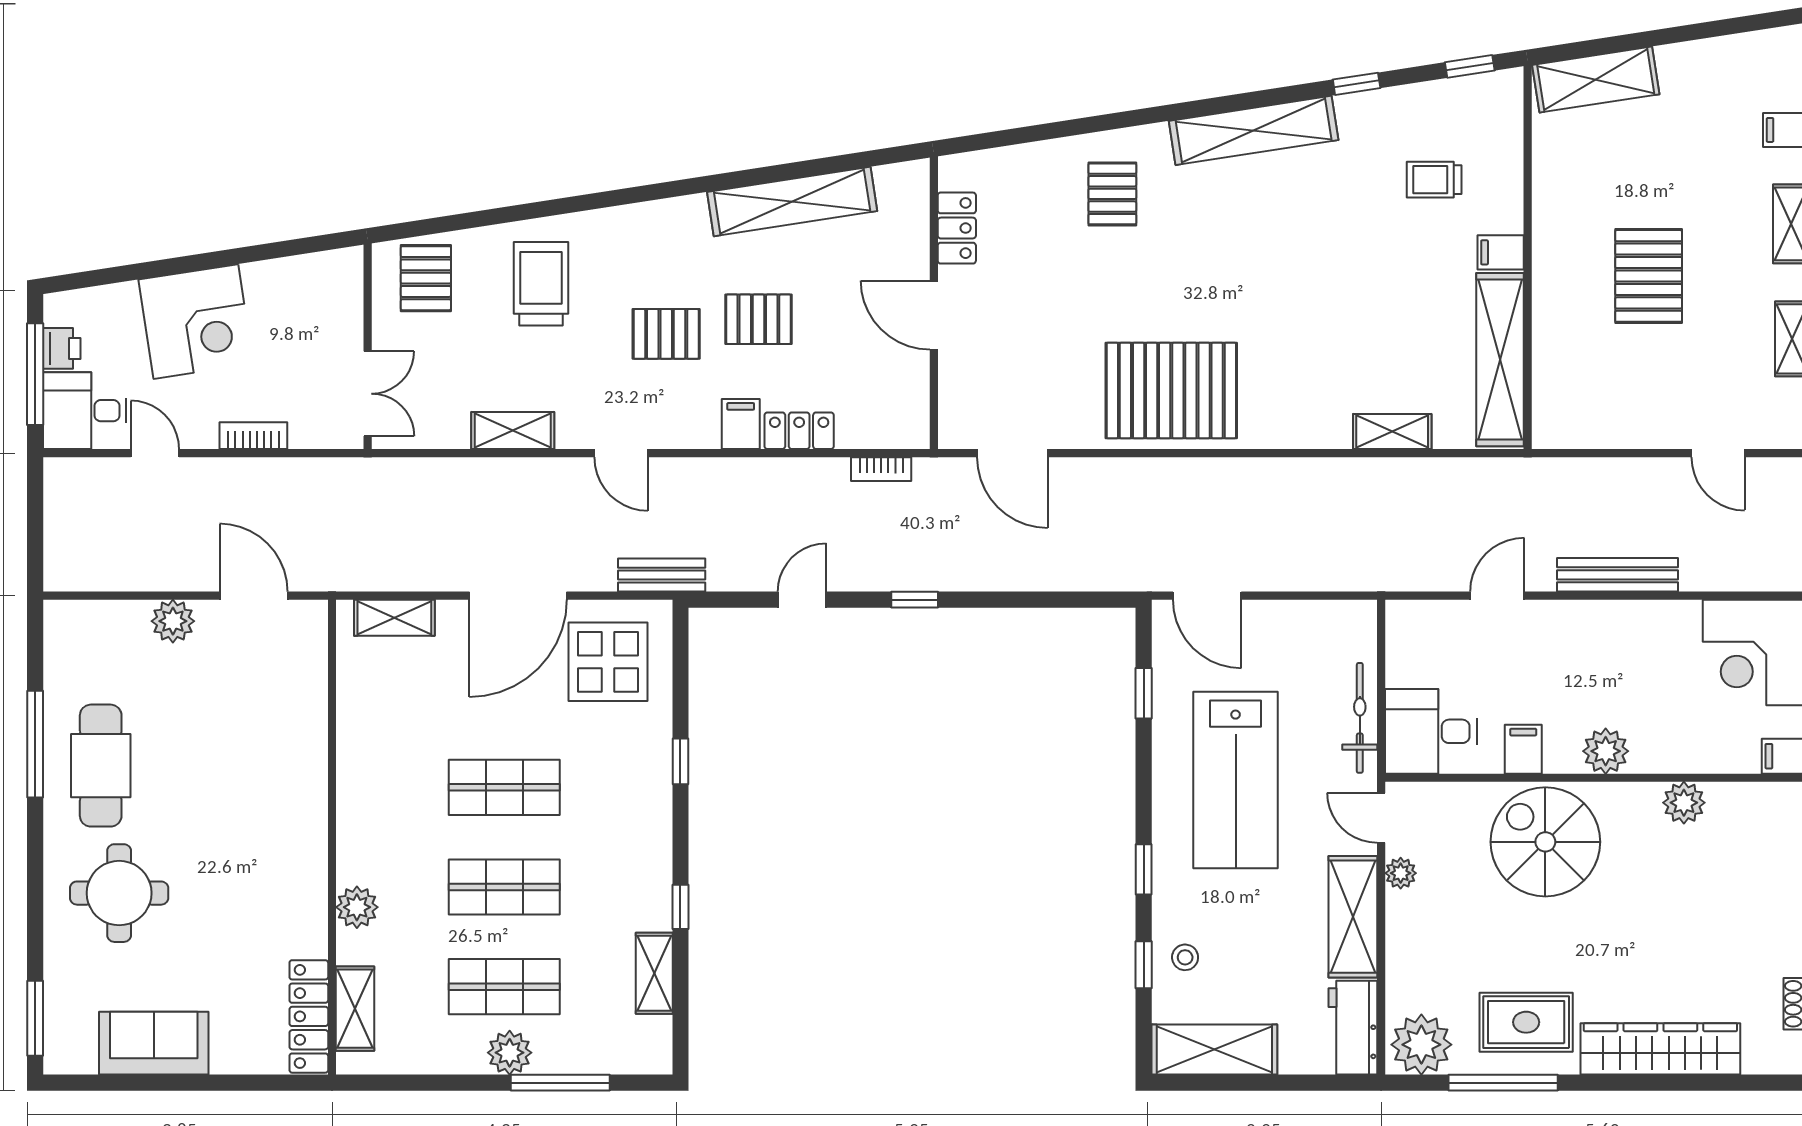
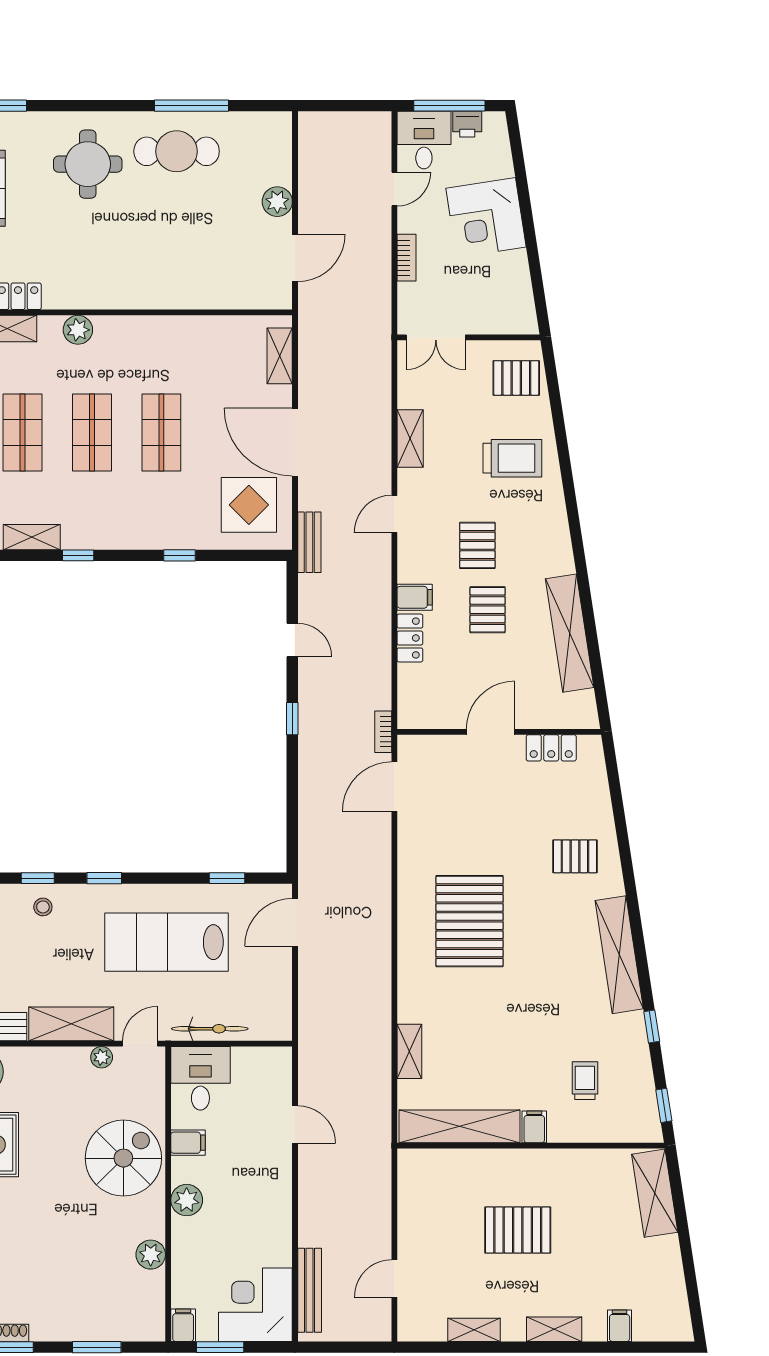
pallet: (1171, 391) -> (470, 921), moved
bookcase: (881, 469) -> (383, 732), moved
bench: (1617, 575) -> (310, 1290), moved

